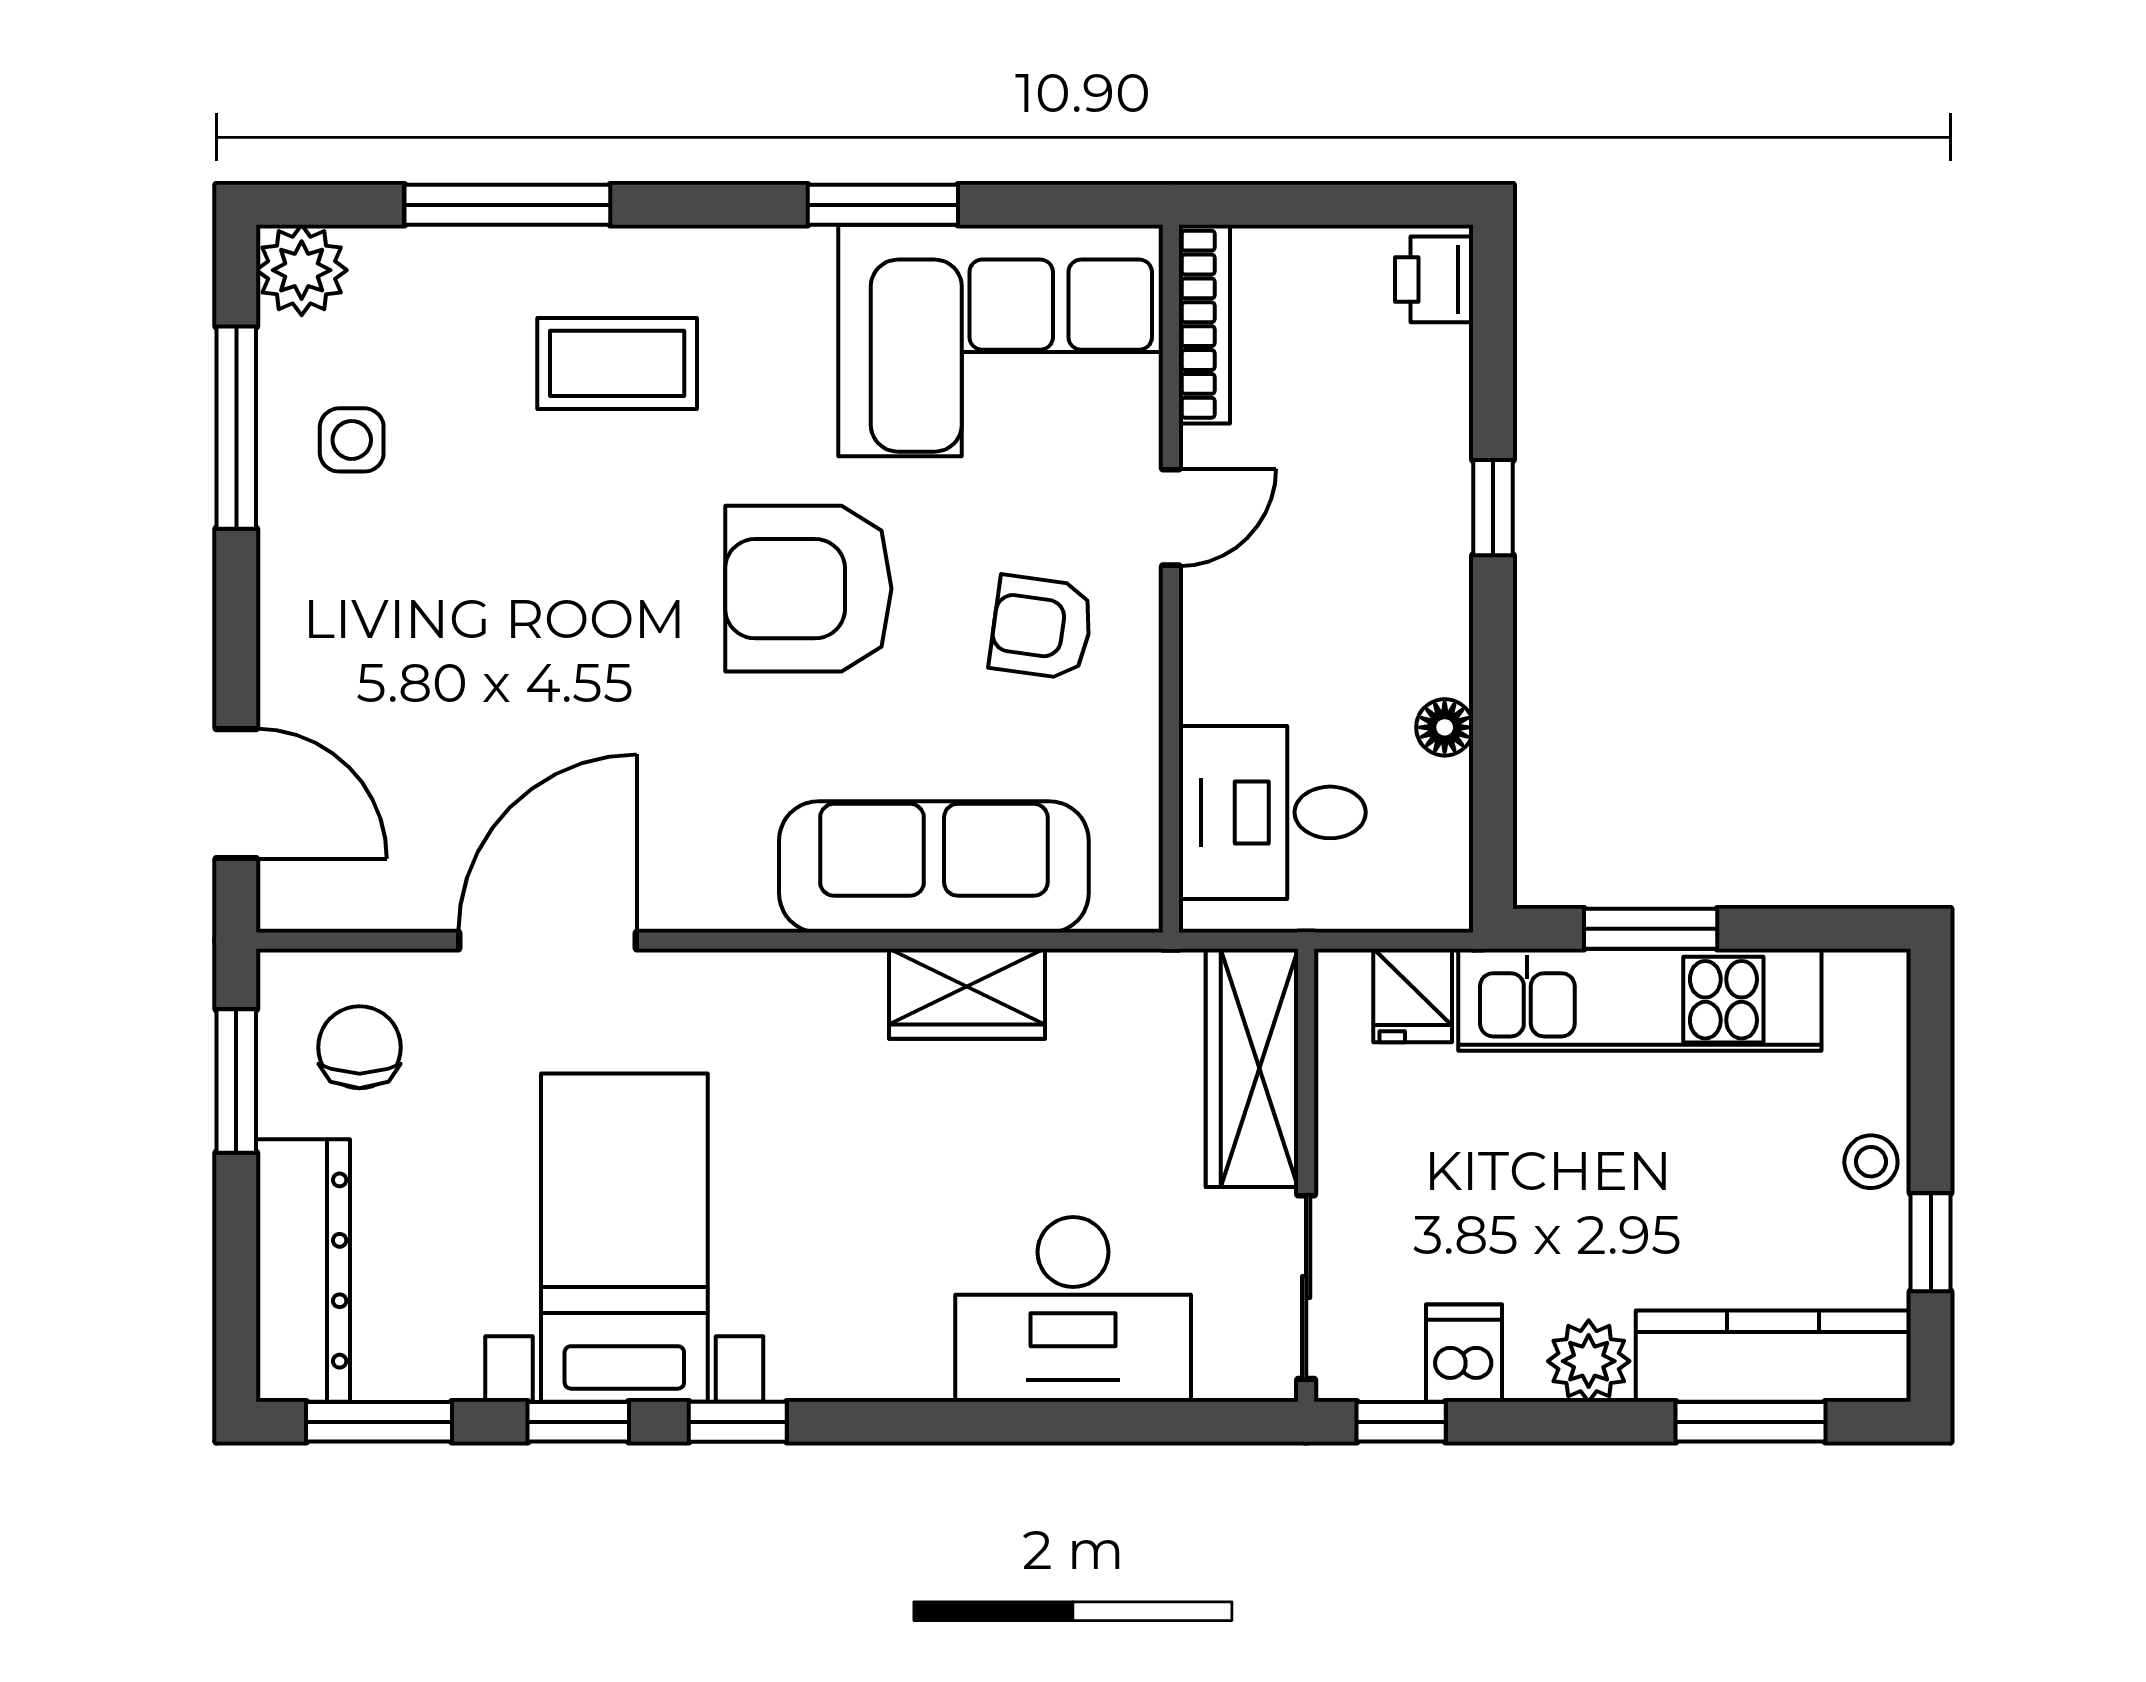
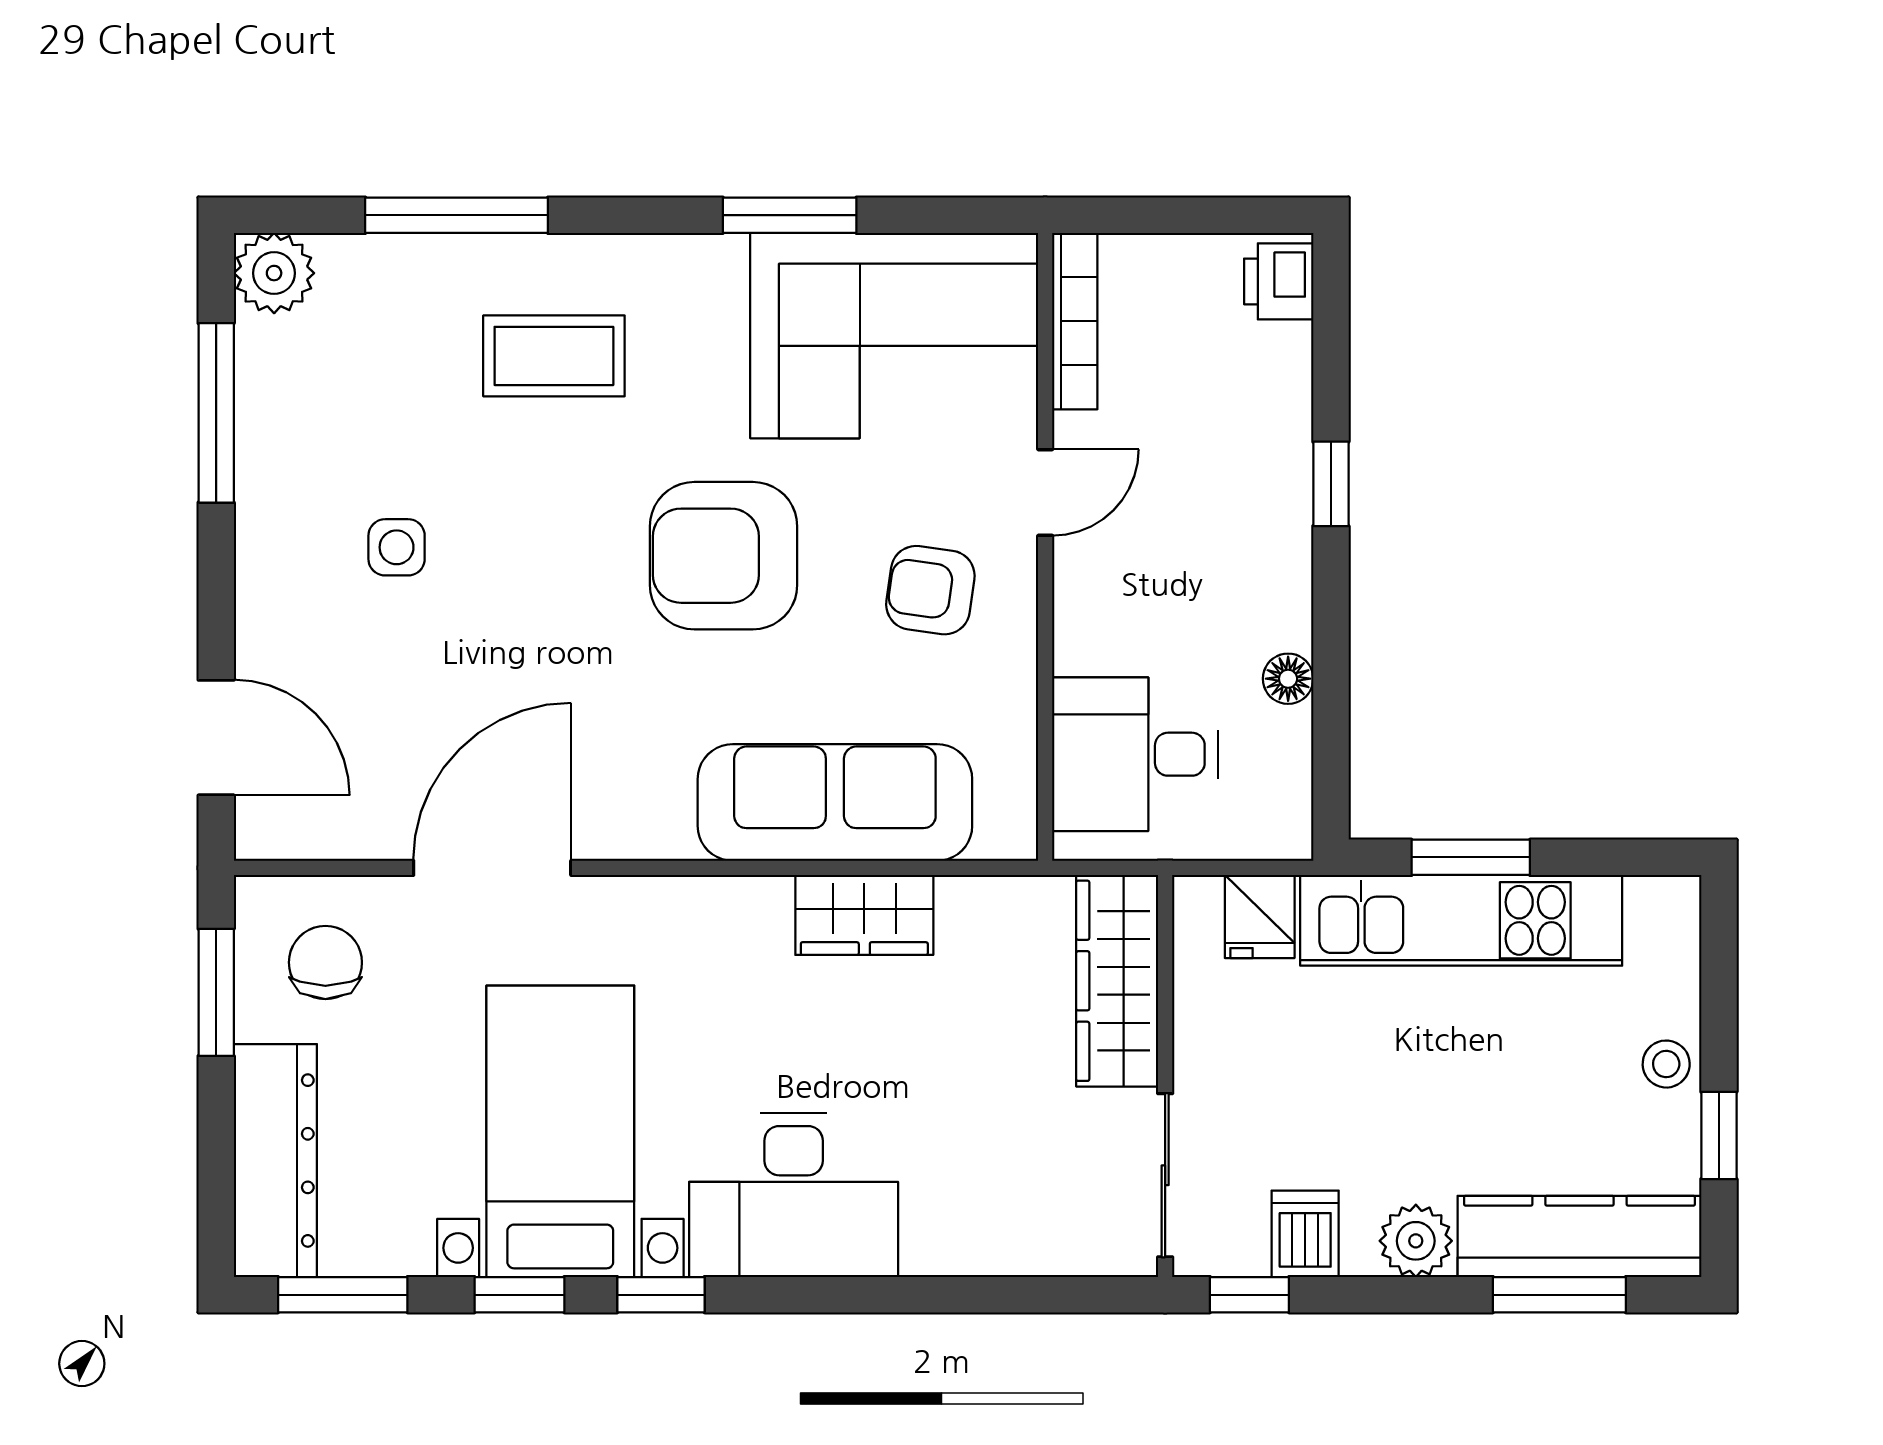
side table: (352, 440) -> (397, 547), moved
desk: (1073, 1309) -> (794, 1195), moved

